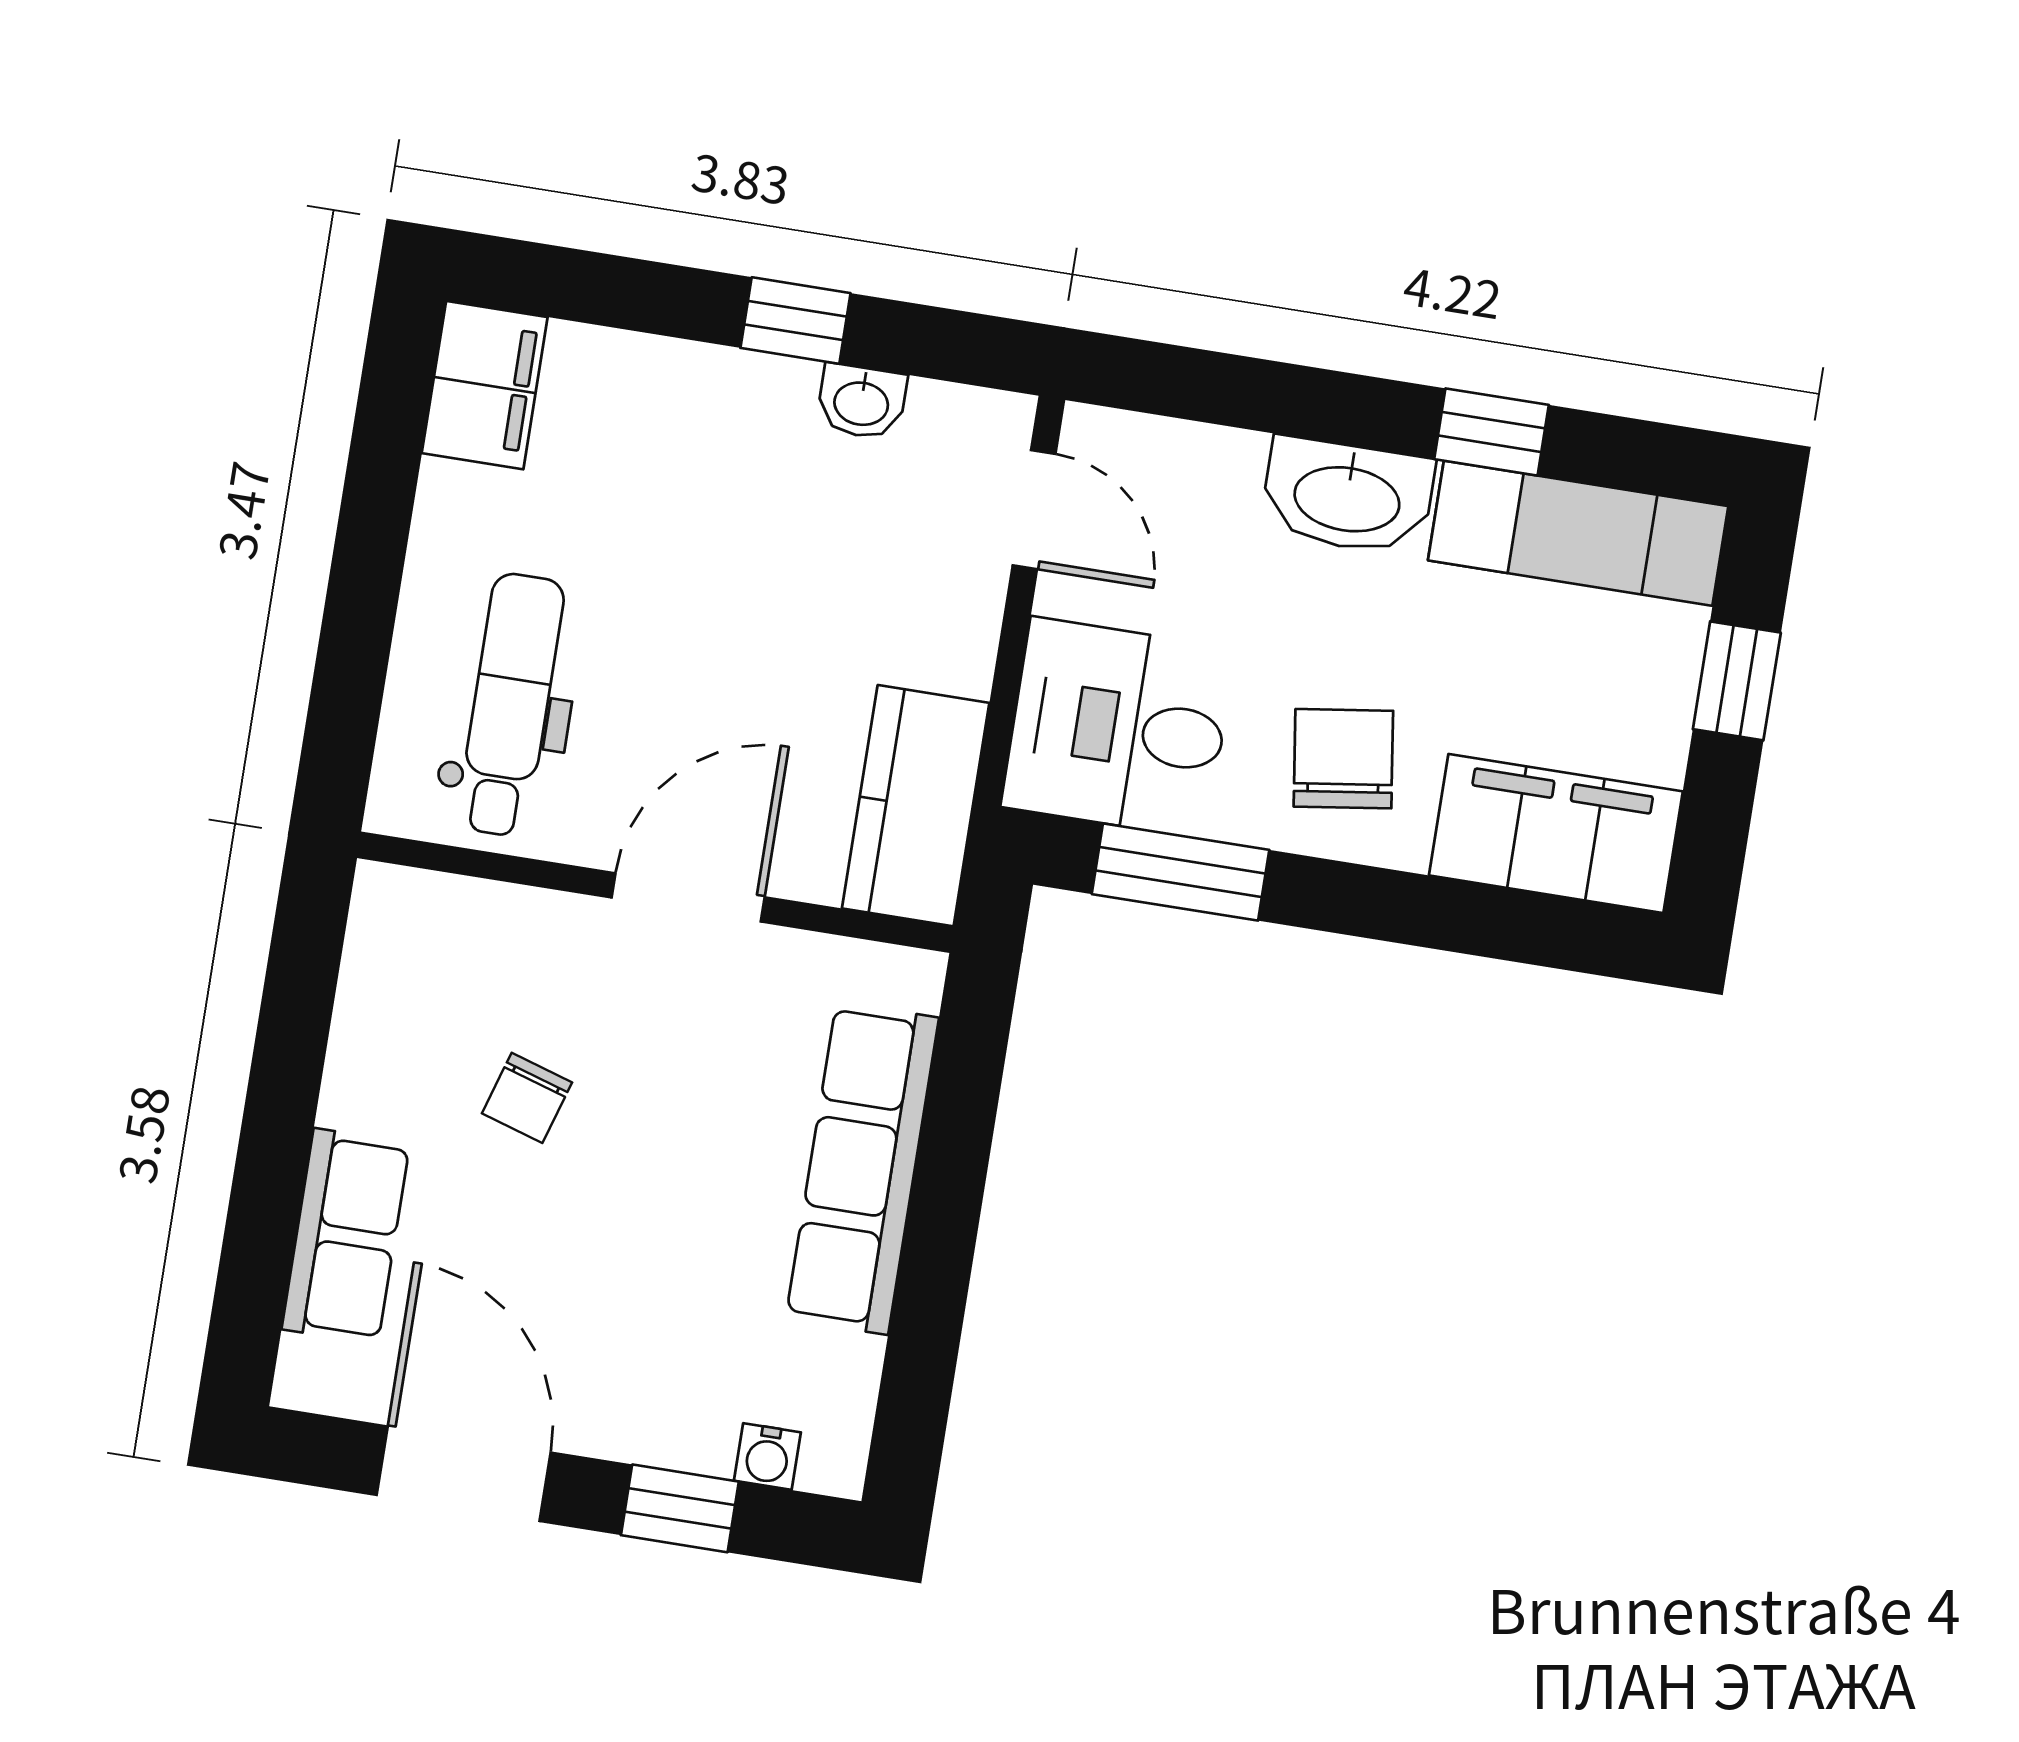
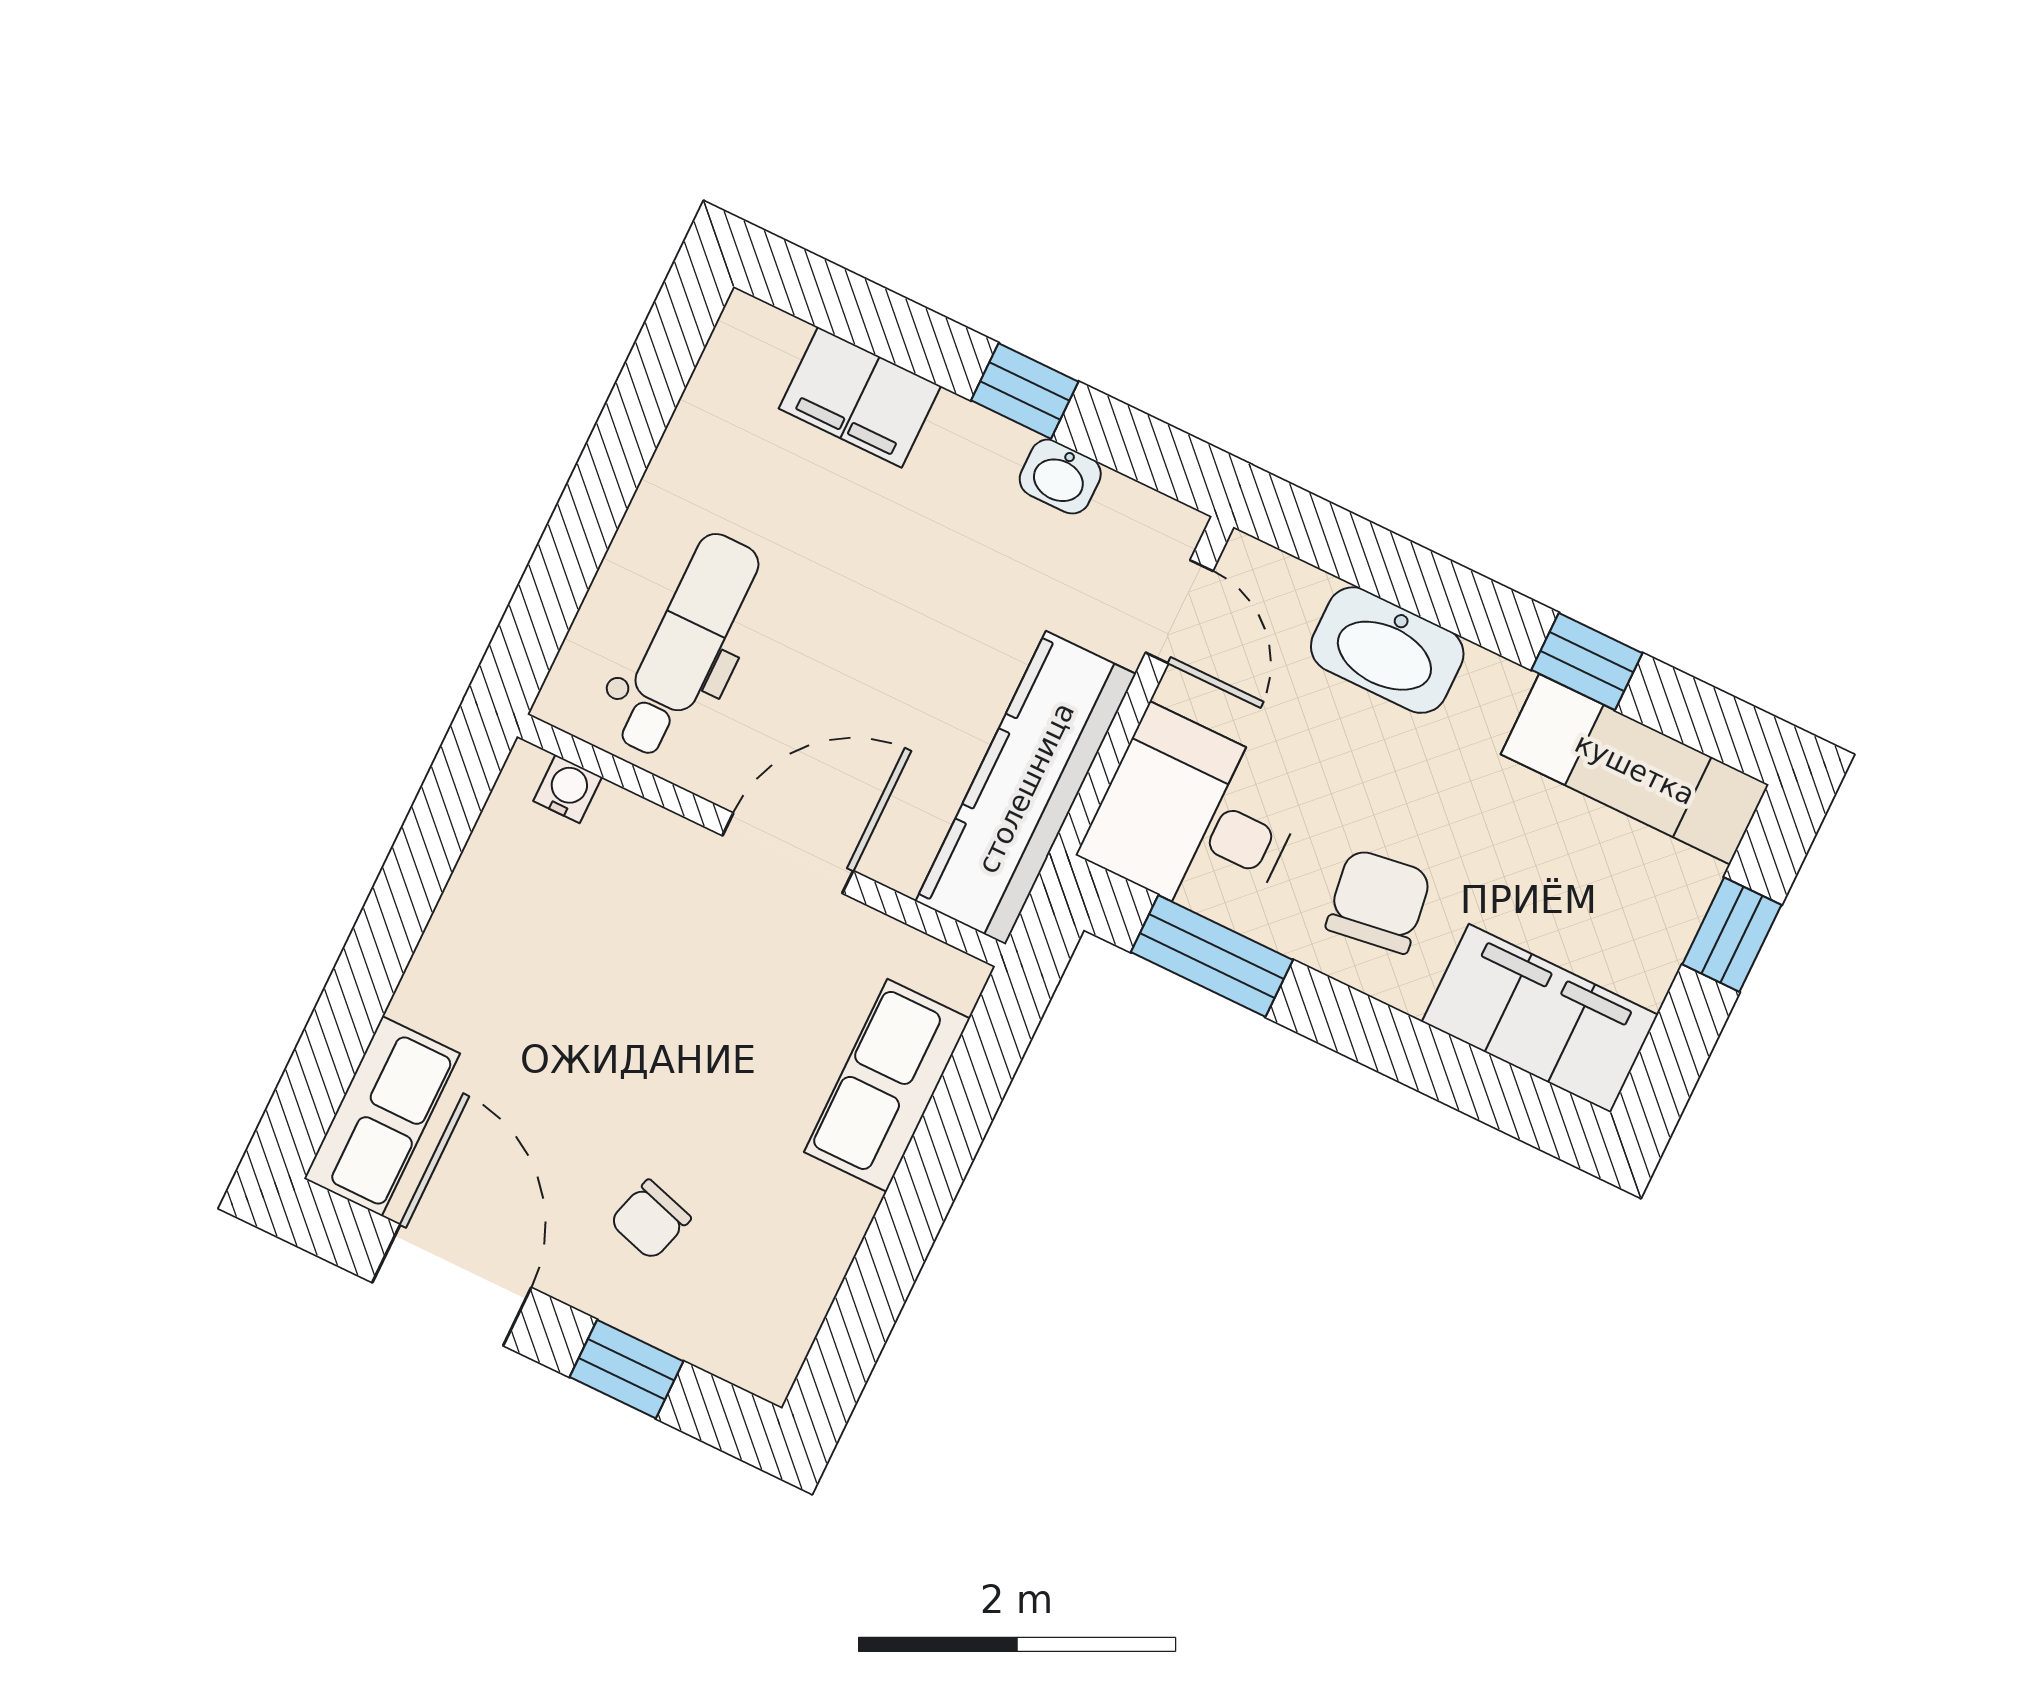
filing cabinet: (485, 385) -> (860, 397), moved, turned 90
washbasin: (1347, 496) -> (1387, 650), moved
kitchen counter: (916, 806) -> (1026, 788), width x1.50
chair: (527, 1098) -> (650, 1220), moved
row of seats: (862, 1168) -> (887, 1085), width x0.68
row of seats: (346, 1236) -> (382, 1116), moved
water cooler: (767, 1457) -> (568, 789), moved, turned 180

